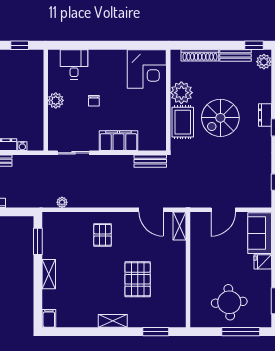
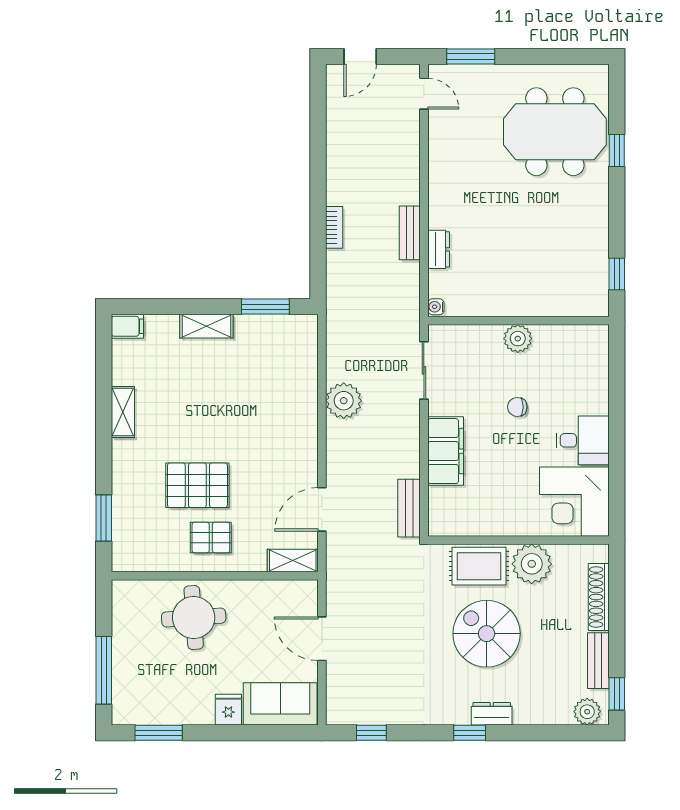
desk: (74, 64) -> (583, 440), moved
water cooler: (22, 146) -> (436, 307), moved
plant: (62, 202) -> (344, 401), moved, width x1.88, depth x1.88
pallet: (103, 235) -> (211, 538), moved
round table: (229, 302) -> (194, 618), moved
shelving: (113, 321) -> (123, 412), moved

